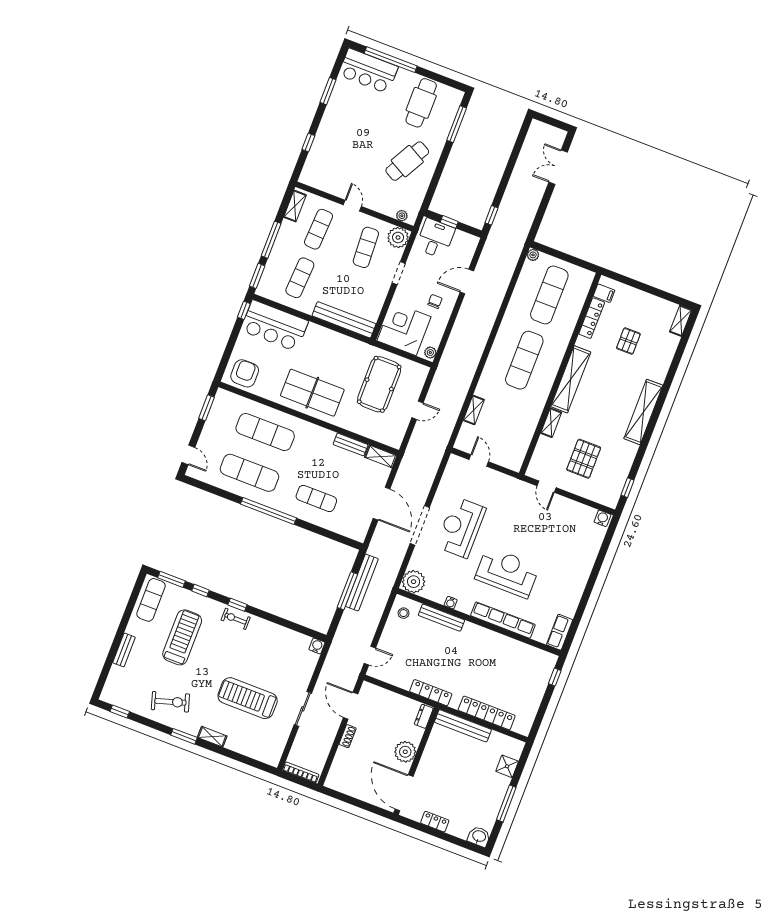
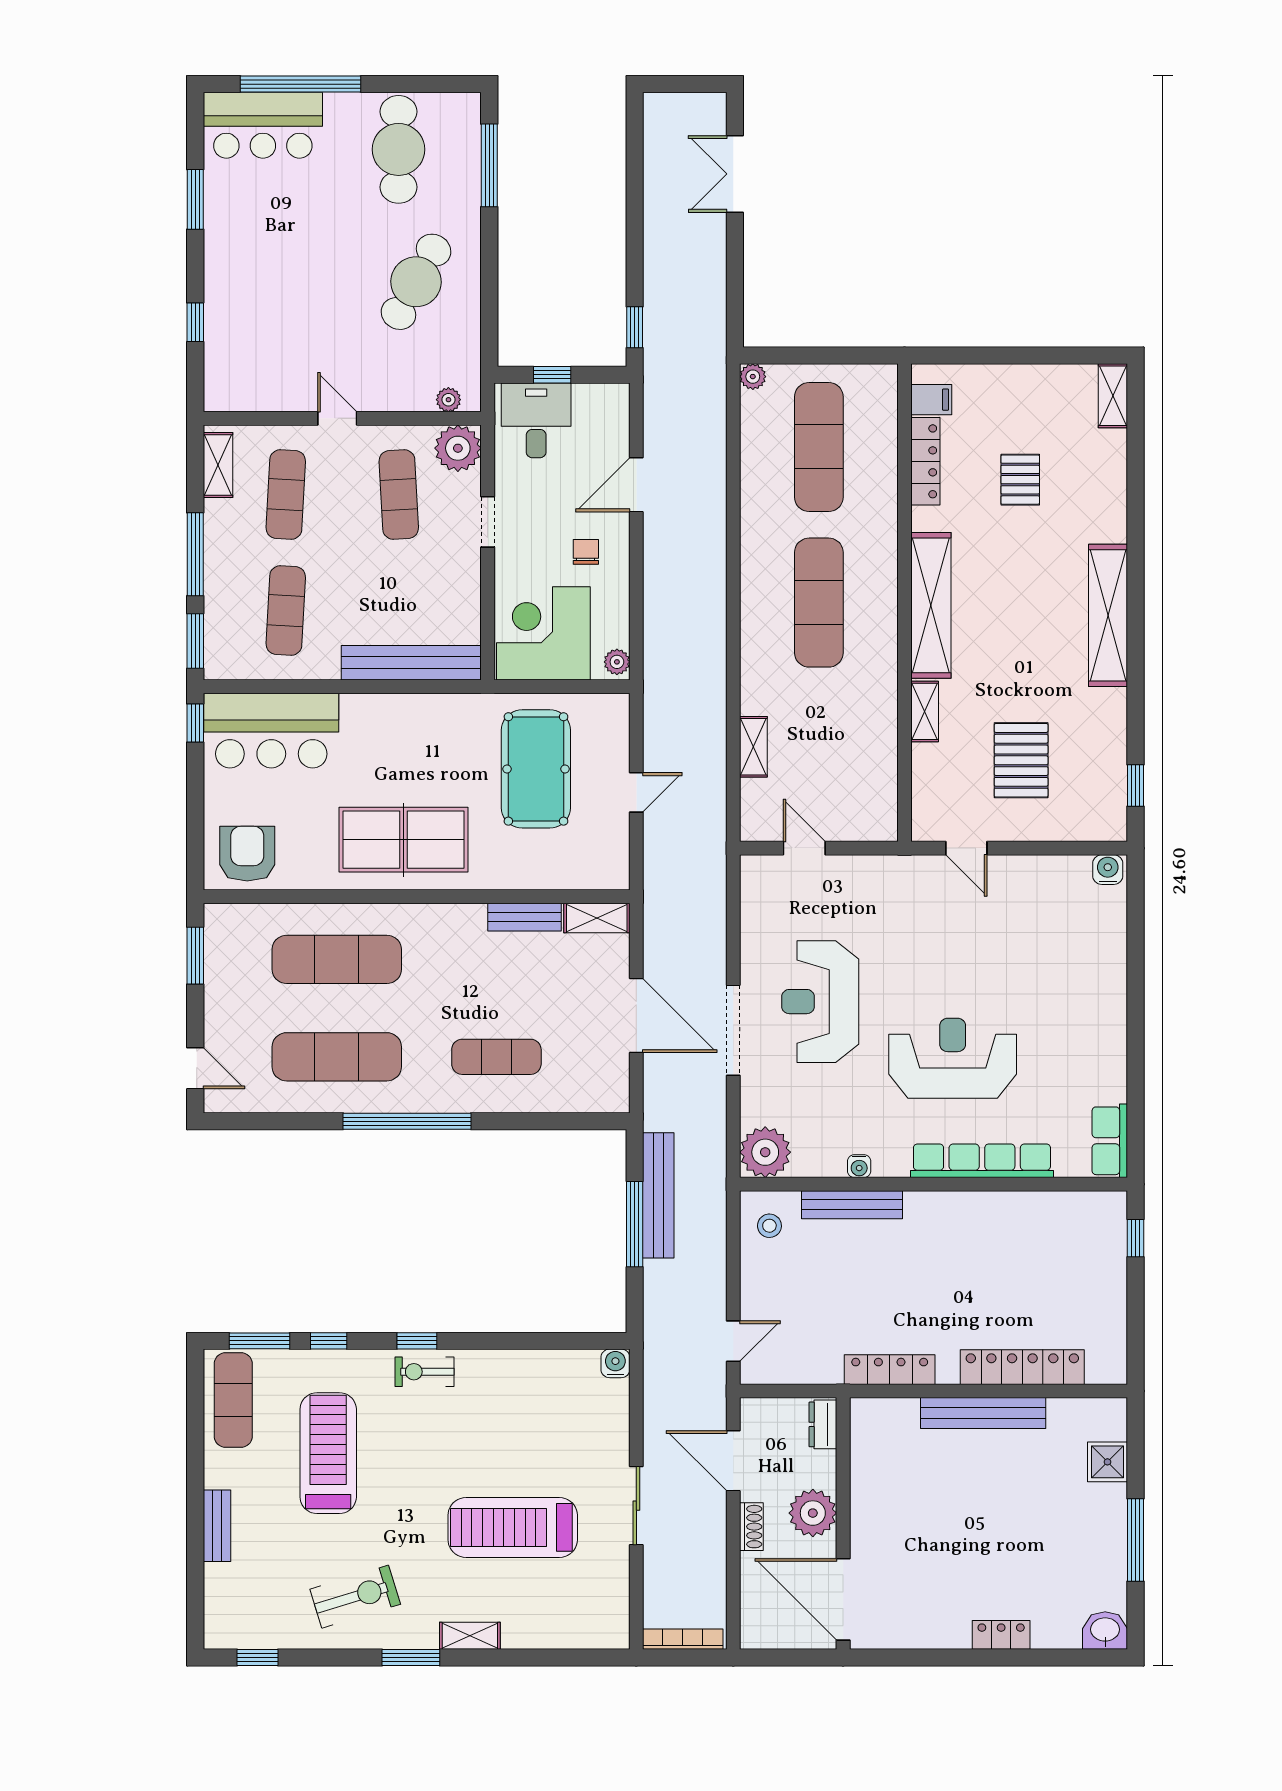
dresser: (424, 716) -> (823, 1424), moved
plant: (405, 752) -> (813, 1513), moved
wall: (416, 761) -> (843, 1523), moved
door: (404, 793) -> (843, 1599), moved

